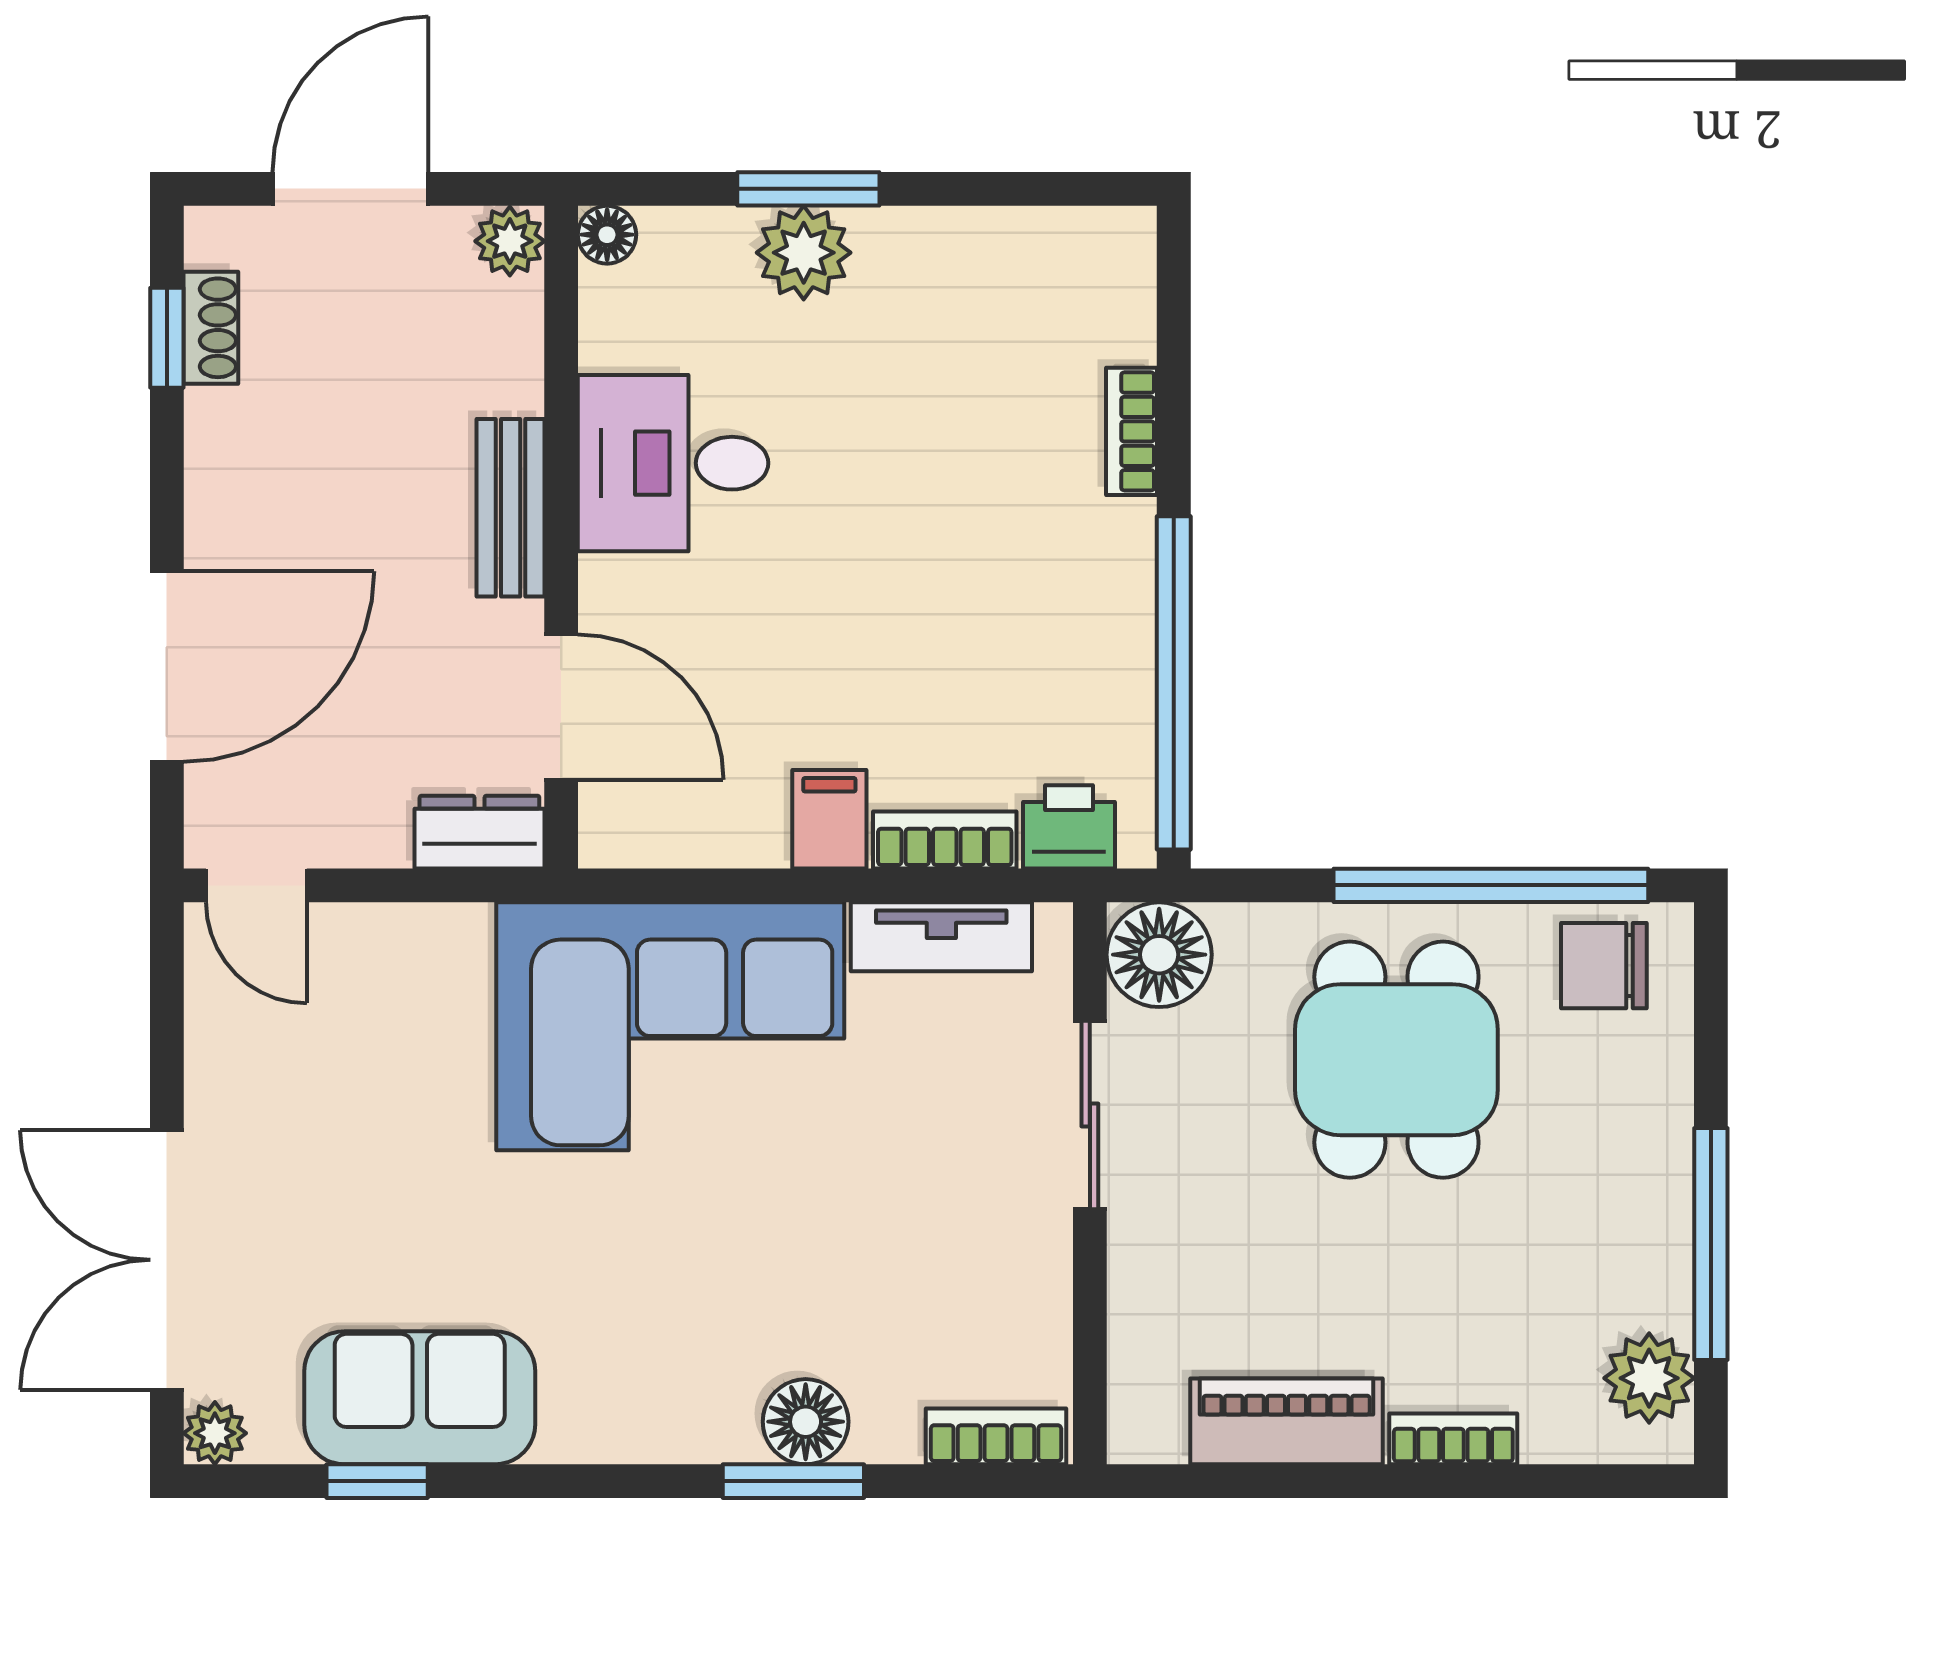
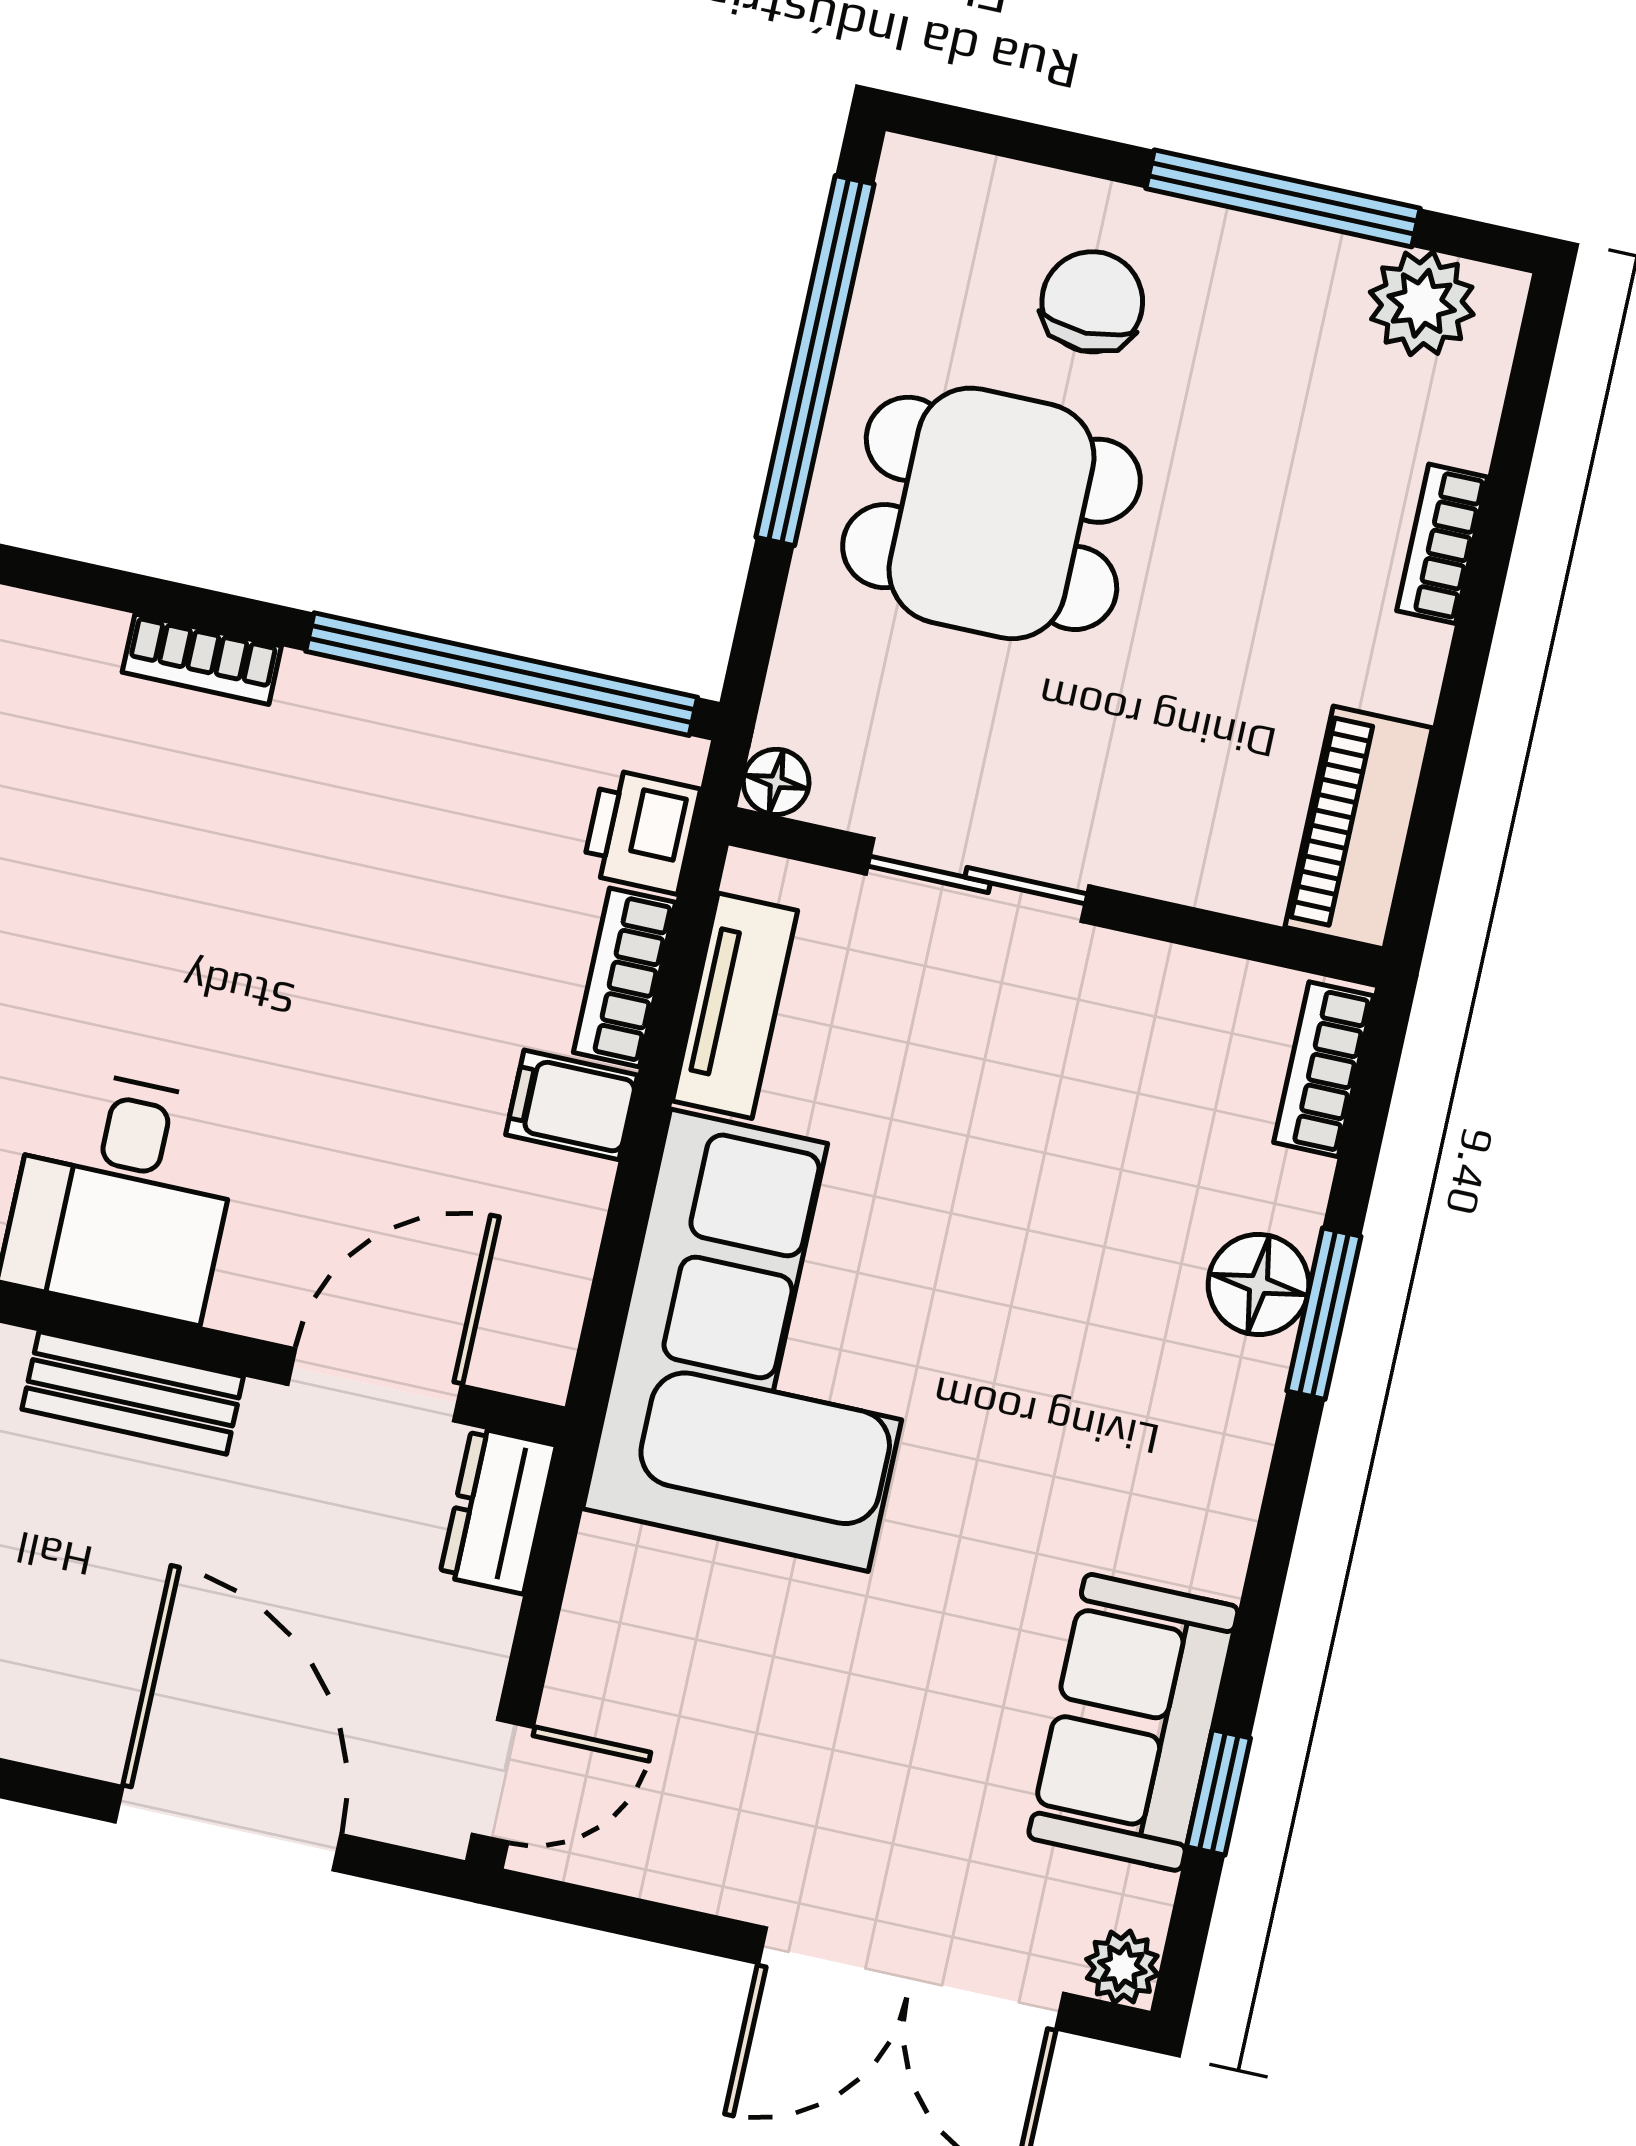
floor lamp: (1159, 955) -> (776, 782), width x0.53, depth x0.53
chair: (1604, 966) -> (1092, 302), moved, turned 180
piano: (1287, 1421) -> (1359, 827), moved

